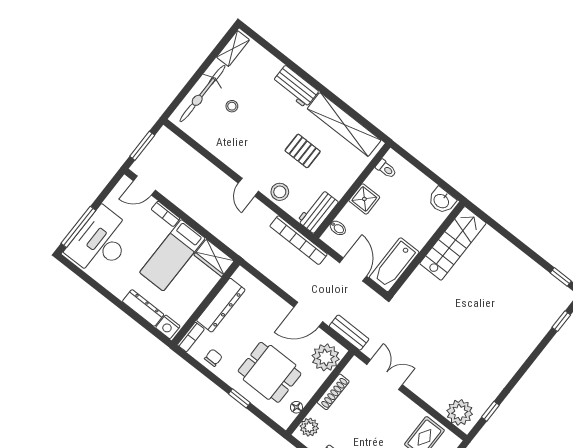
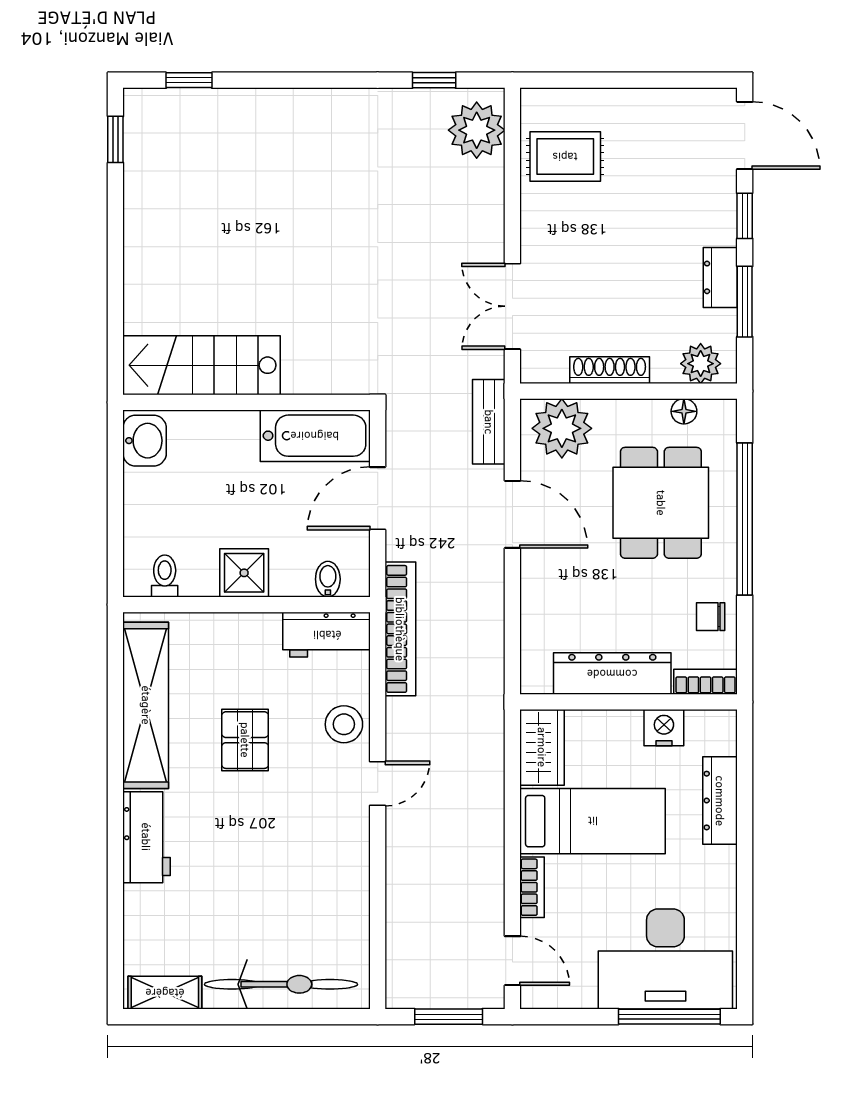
stool: (232, 106) -> (263, 918), removed
nightstand: (168, 327) -> (664, 728), moved, turned -90
window: (239, 398) -> (745, 519), width x3.17

